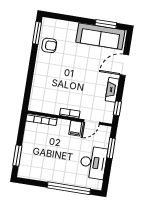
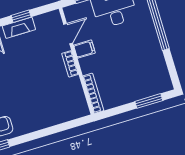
window: (117, 108) -> (21, 16), moved
door: (91, 122) -> (68, 34), hinge flipped

